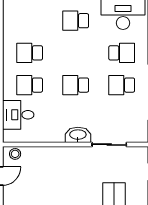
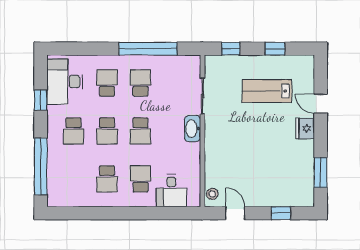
school desk: (76, 53) -> (107, 131), added
school desk: (30, 85) -> (141, 179), turned 180
school desk: (122, 85) -> (141, 83), turned 180

